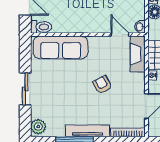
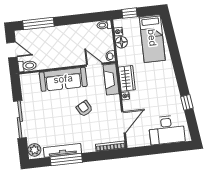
sofa: (61, 48) -> (63, 79), moved
sliding door: (25, 89) -> (20, 119), width x1.37
tv unit: (88, 131) -> (62, 150), moved

